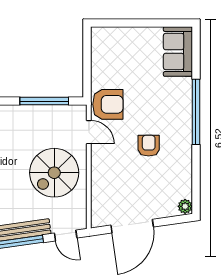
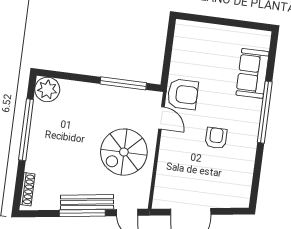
sofa: (178, 52) -> (252, 73), moved
plant: (185, 206) -> (243, 200), removed

